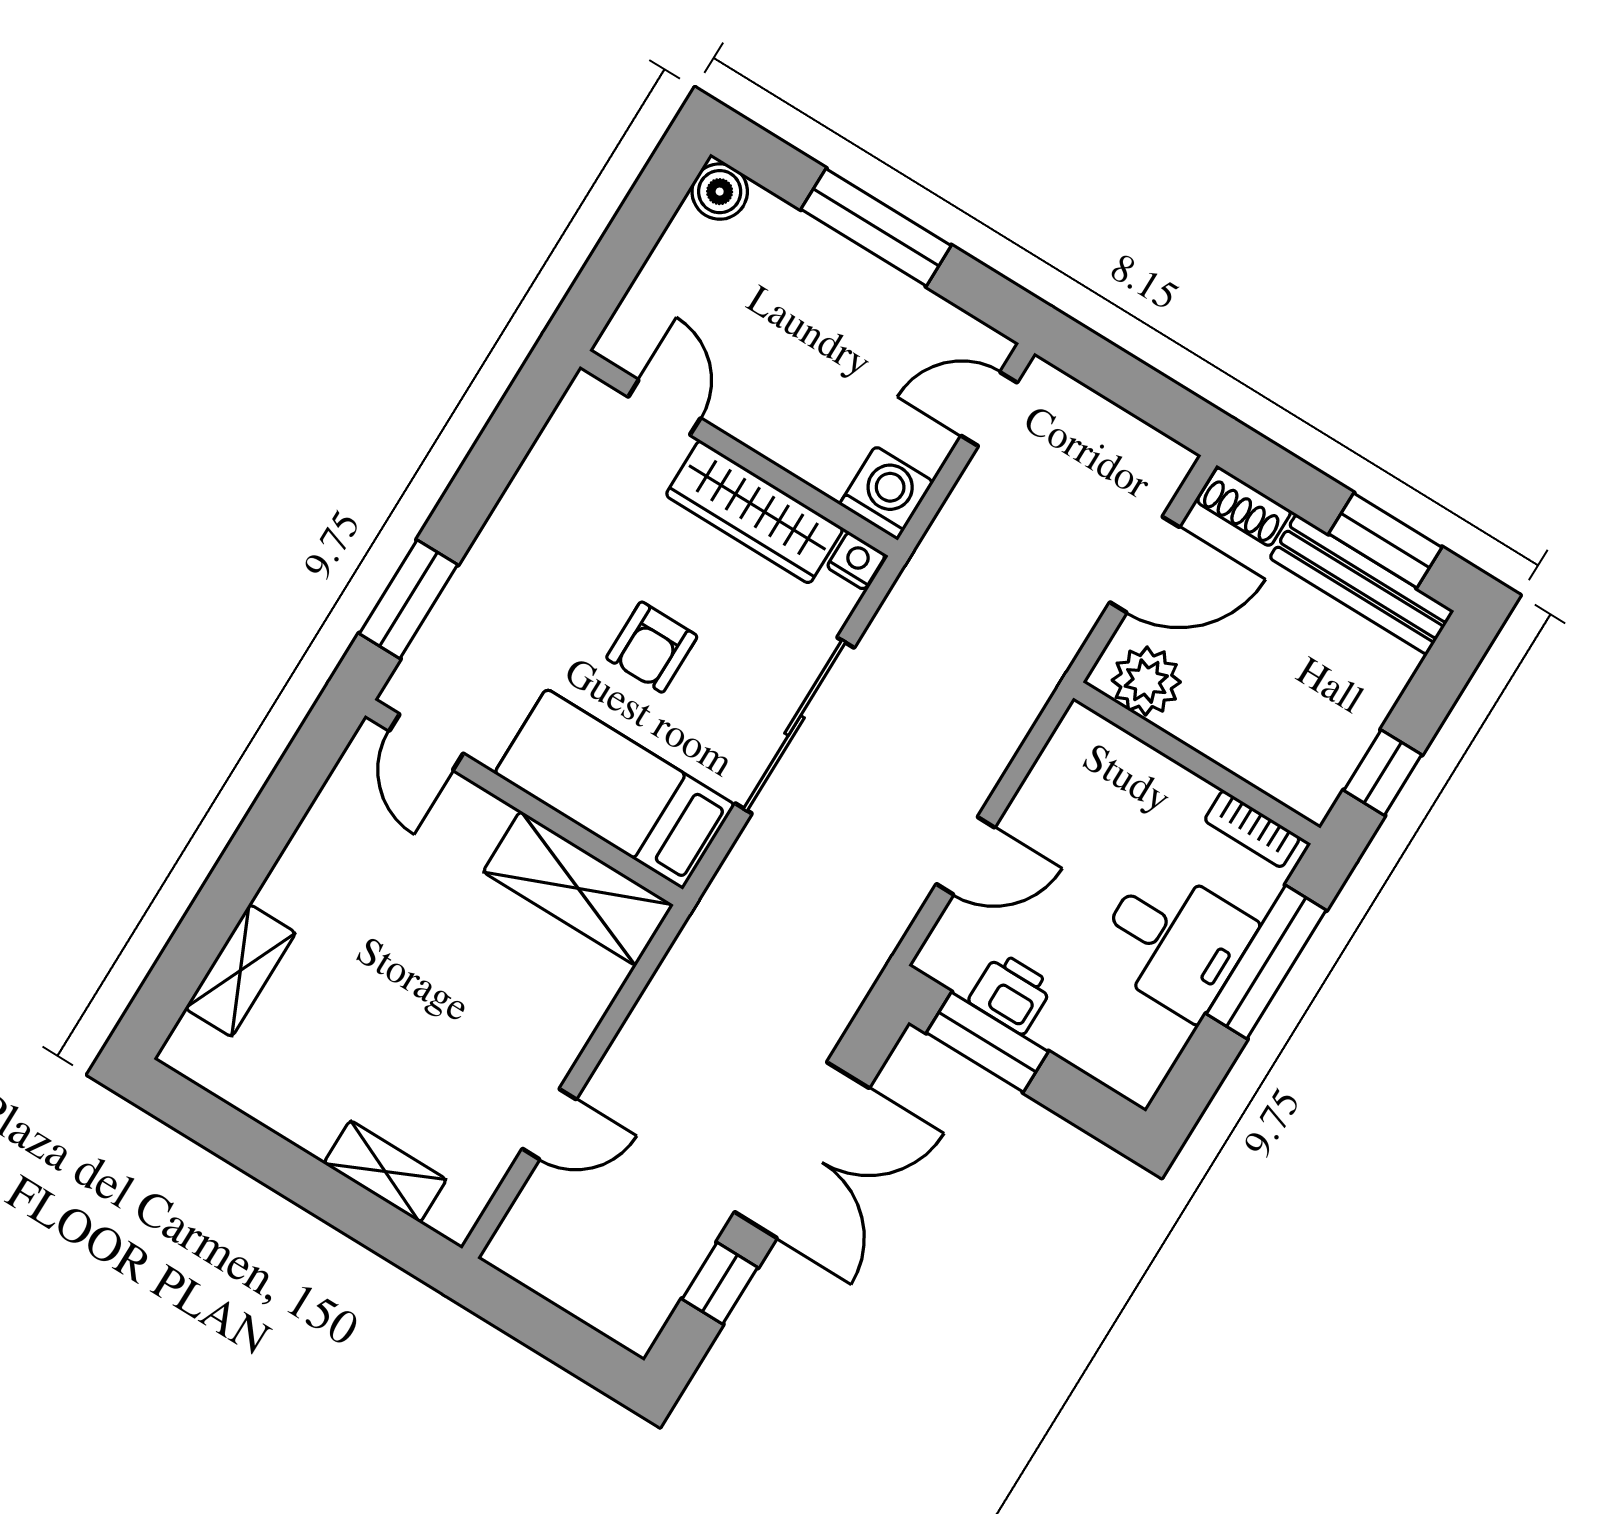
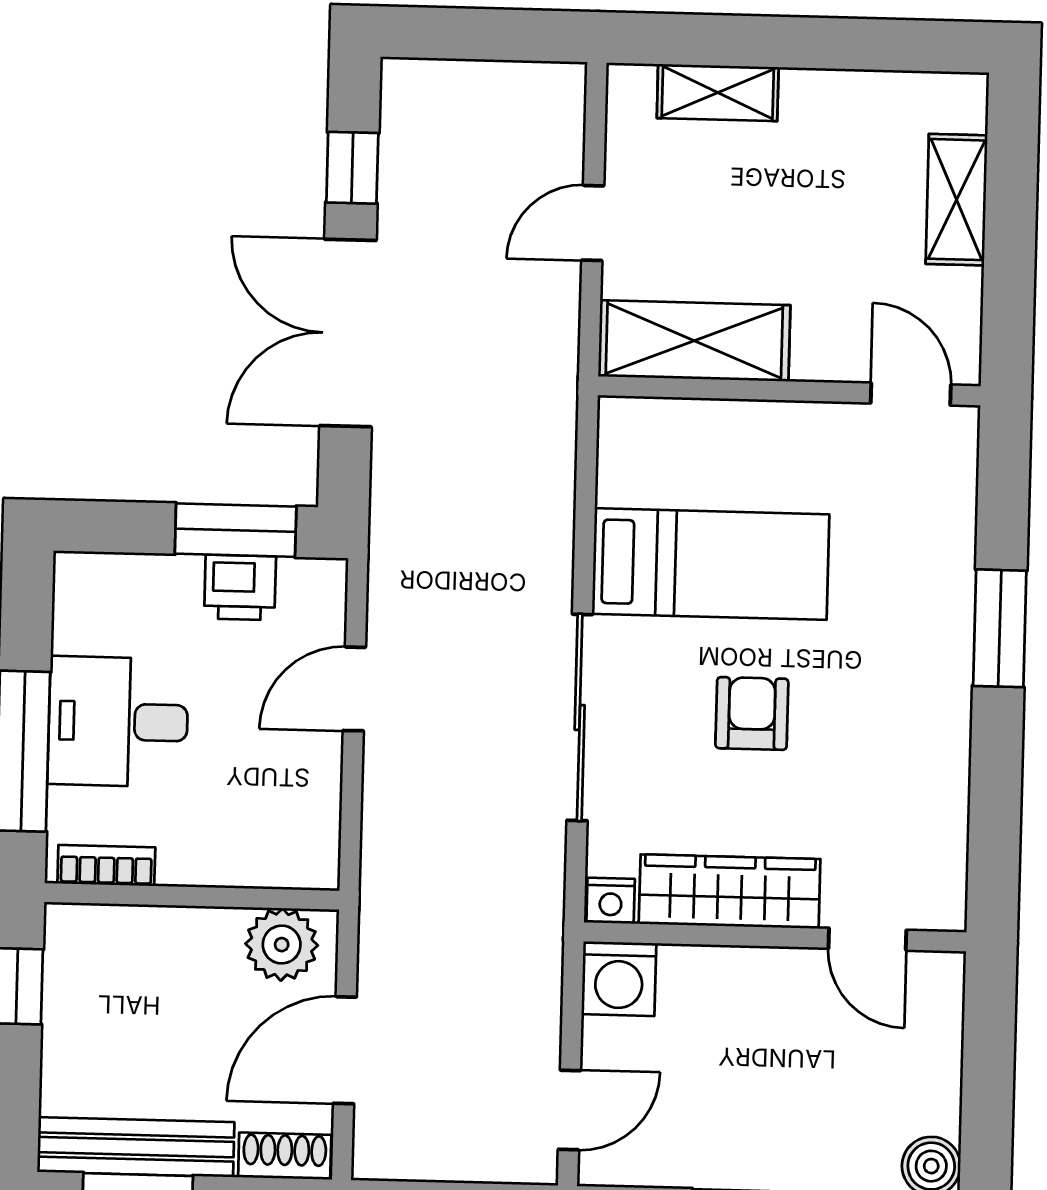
door: (426, 742) -> (911, 394), moved
wall: (524, 802) -> (789, 391), moved
shelving: (578, 888) -> (694, 341), moved

